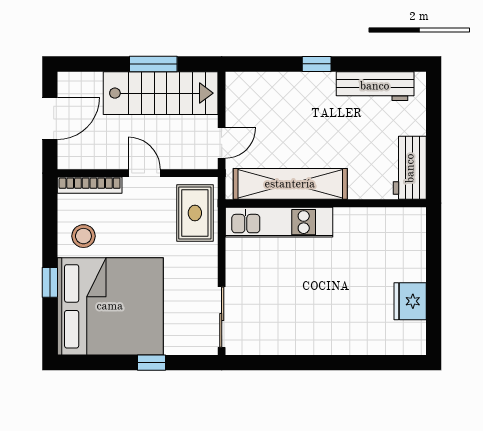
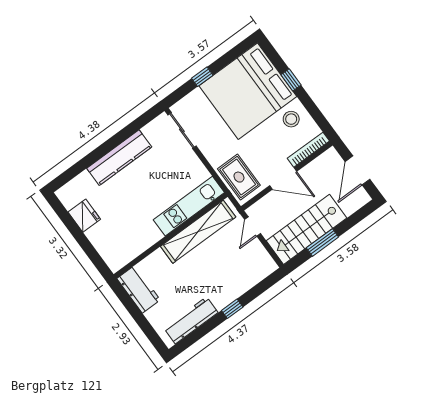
door: (144, 173) -> (283, 179), width x1.38
kitchen counter: (319, 339) -> (119, 158), added

